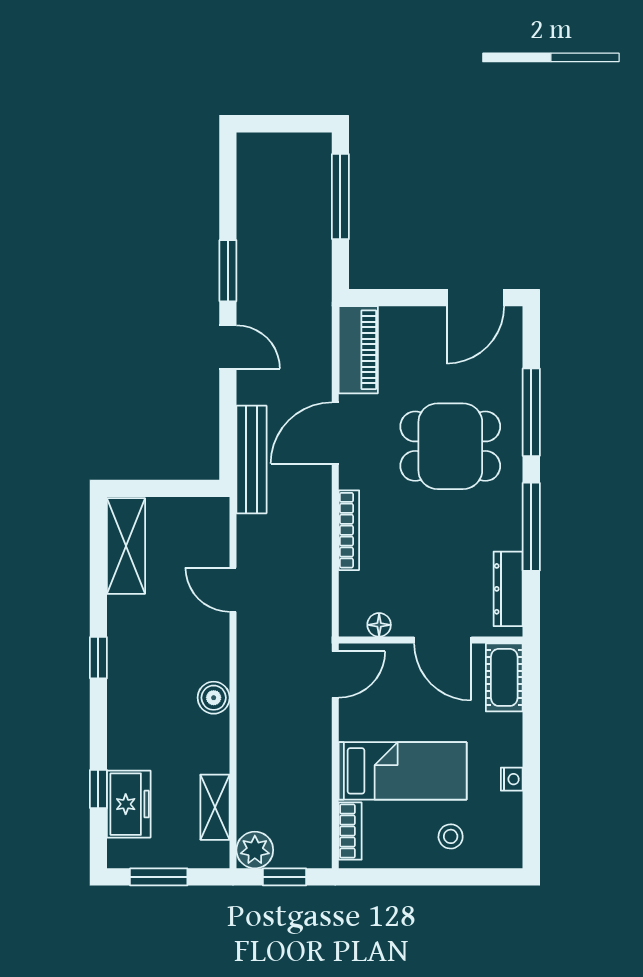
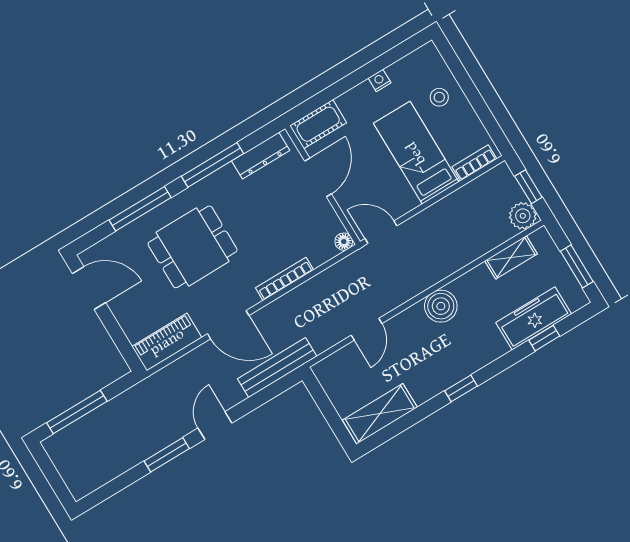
dining table: (450, 446) -> (193, 247), turned 90
floor lamp: (379, 625) -> (344, 242), moved
boiler: (214, 698) -> (441, 306), width x1.36, depth x1.36
freezer: (129, 804) -> (534, 318), width x1.40

